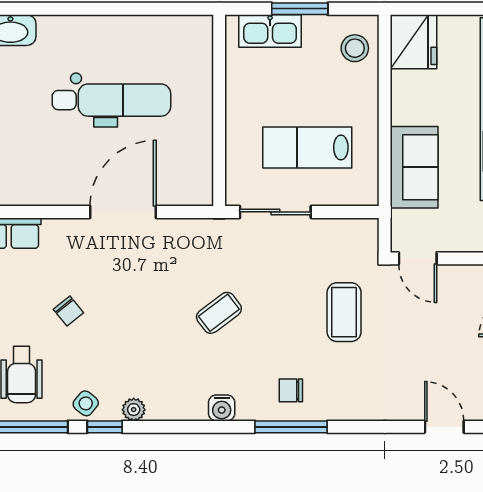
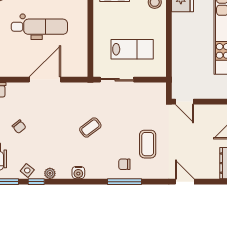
lab bench: (307, 148) -> (132, 49), turned 180
sofa: (414, 167) -> (183, 59), removed
coffee table: (344, 312) -> (148, 144), moved
water cooler: (222, 408) -> (78, 173), moved
door: (444, 427) -> (185, 182), moved

